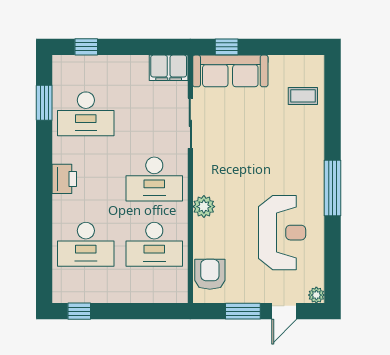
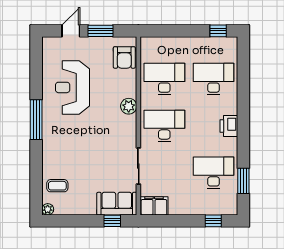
sofa: (230, 71) -> (117, 204), width x0.73
plant: (316, 295) -> (48, 209), moved

